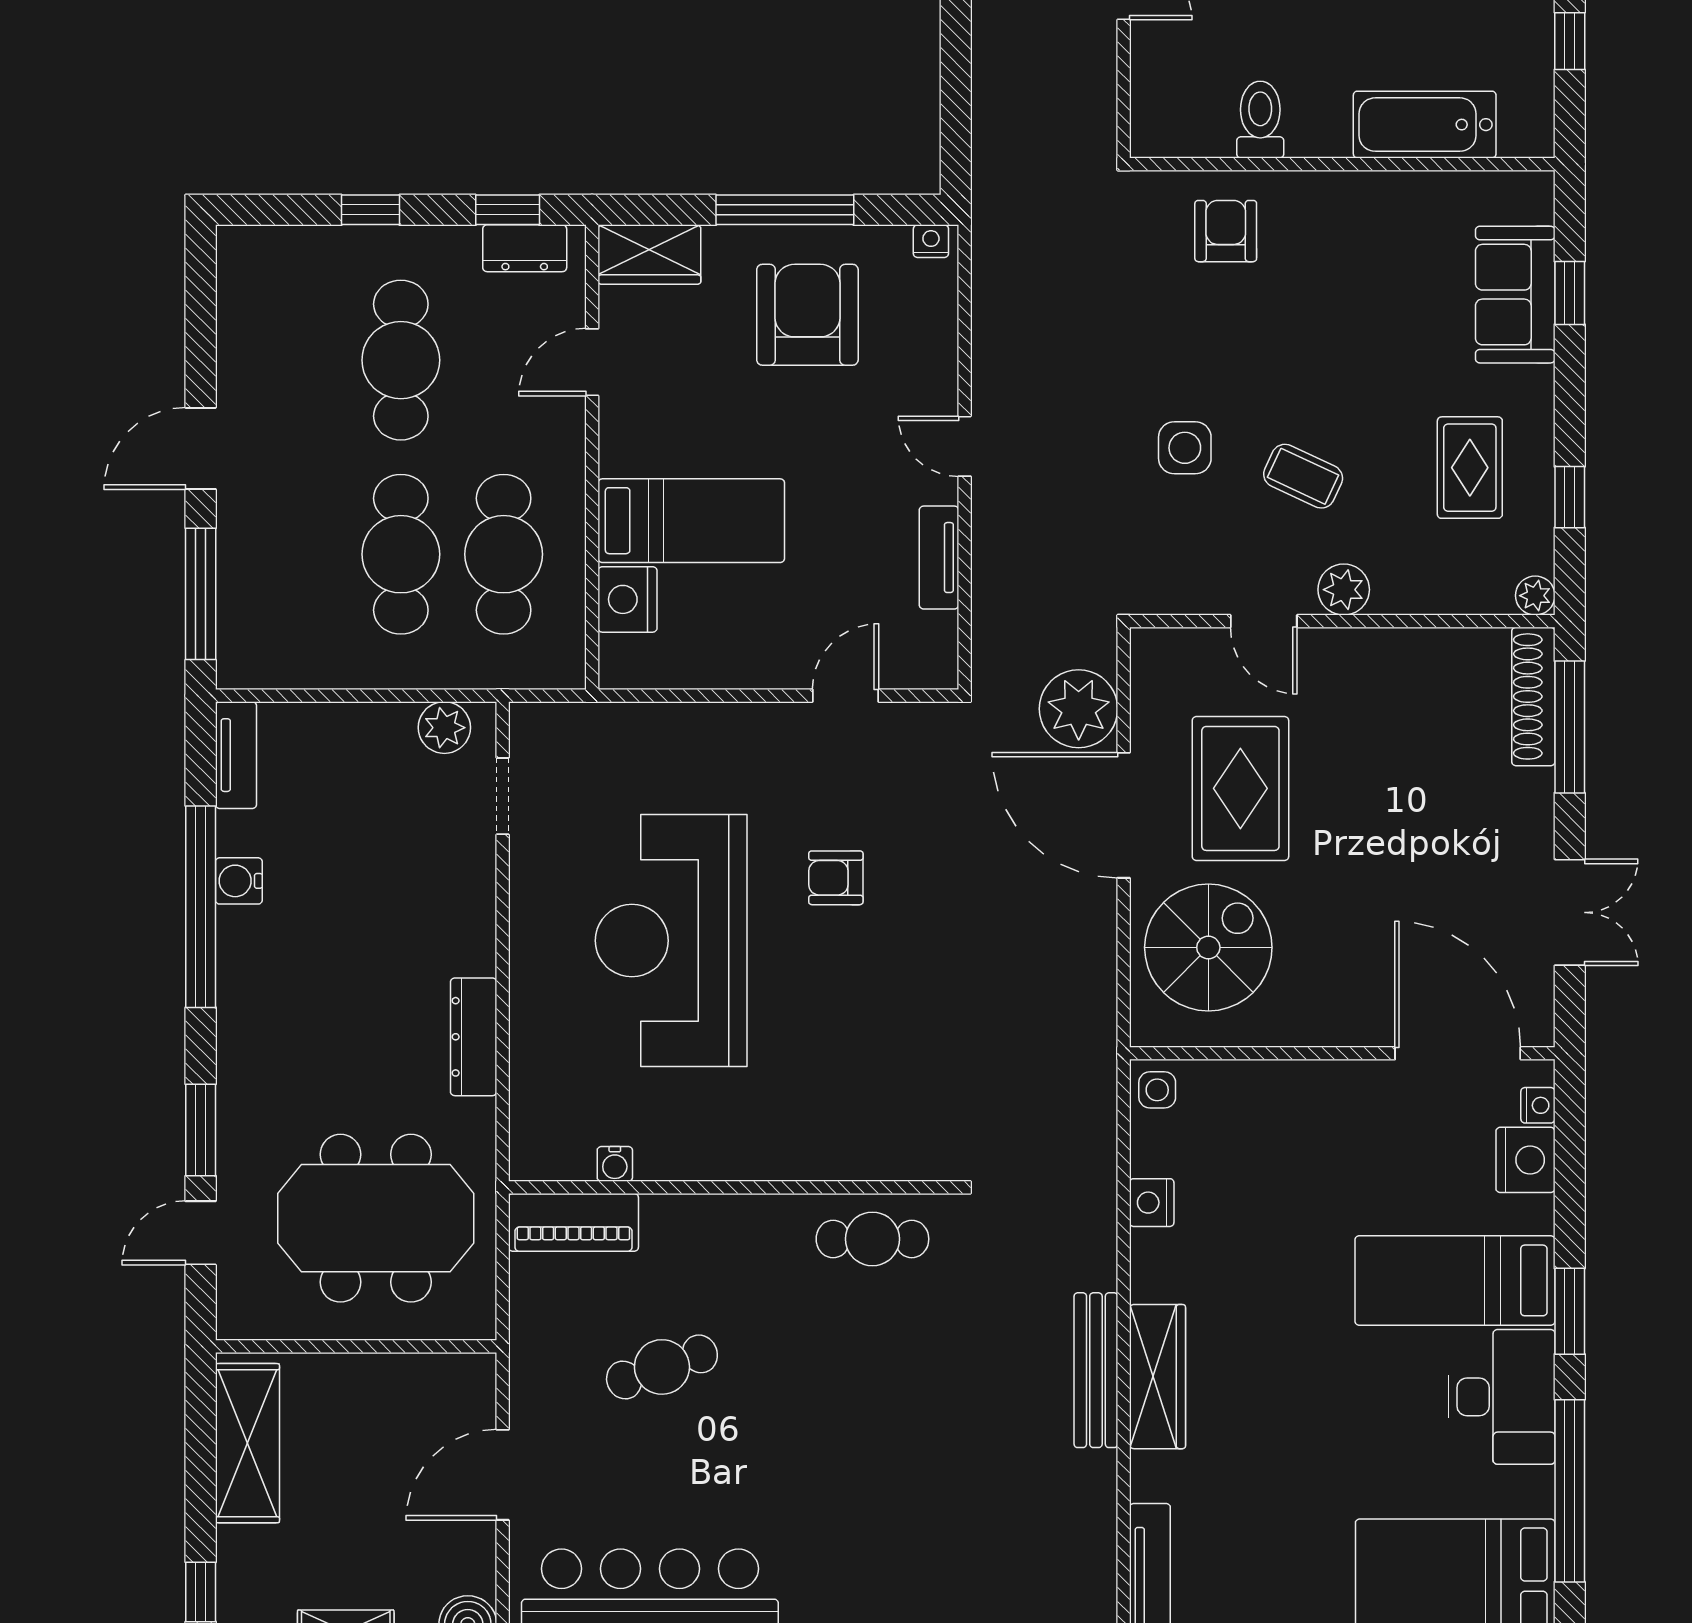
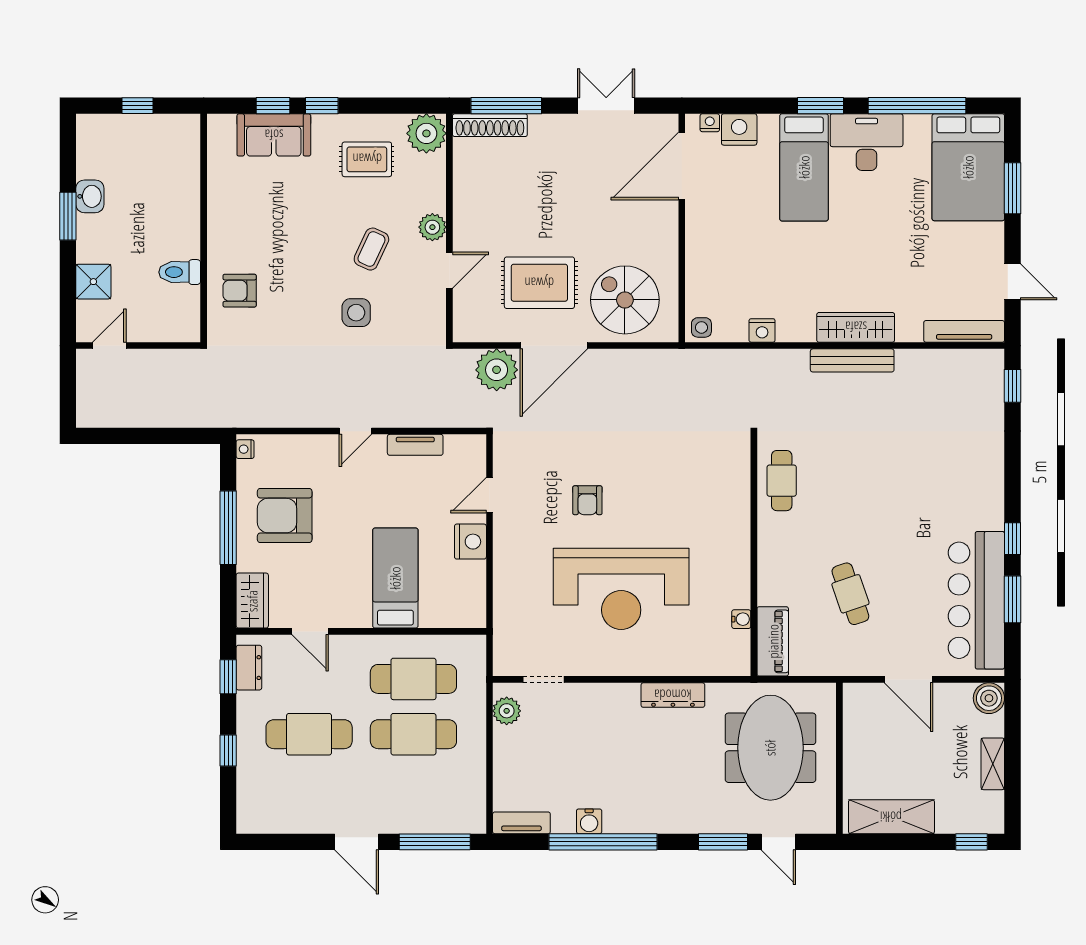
bathtub: (1425, 125) -> (182, 184), removed
window: (1570, 497) -> (322, 106), moved
plant: (1535, 596) -> (426, 133), width x1.88, depth x1.88
nightstand: (627, 599) -> (470, 542), moved, turned -90
door: (846, 696) -> (489, 495), hinge flipped

